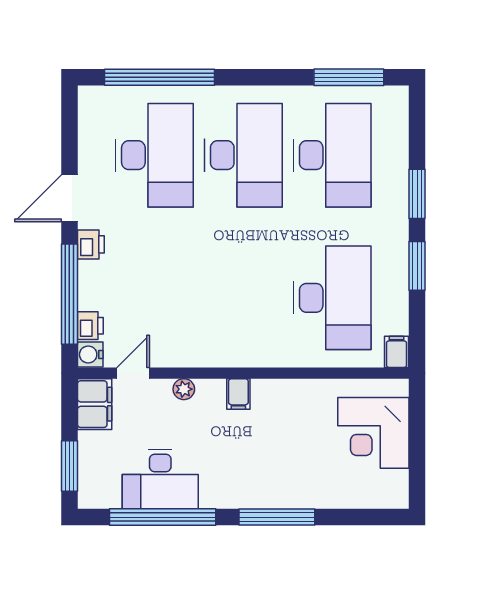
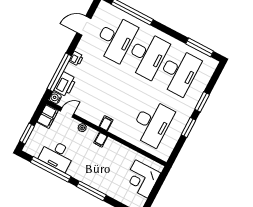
door: (69, 198) -> (84, 26), moved
printer: (90, 326) -> (65, 84), width x1.87, depth x1.48
filing cabinet: (396, 352) -> (106, 123), moved

